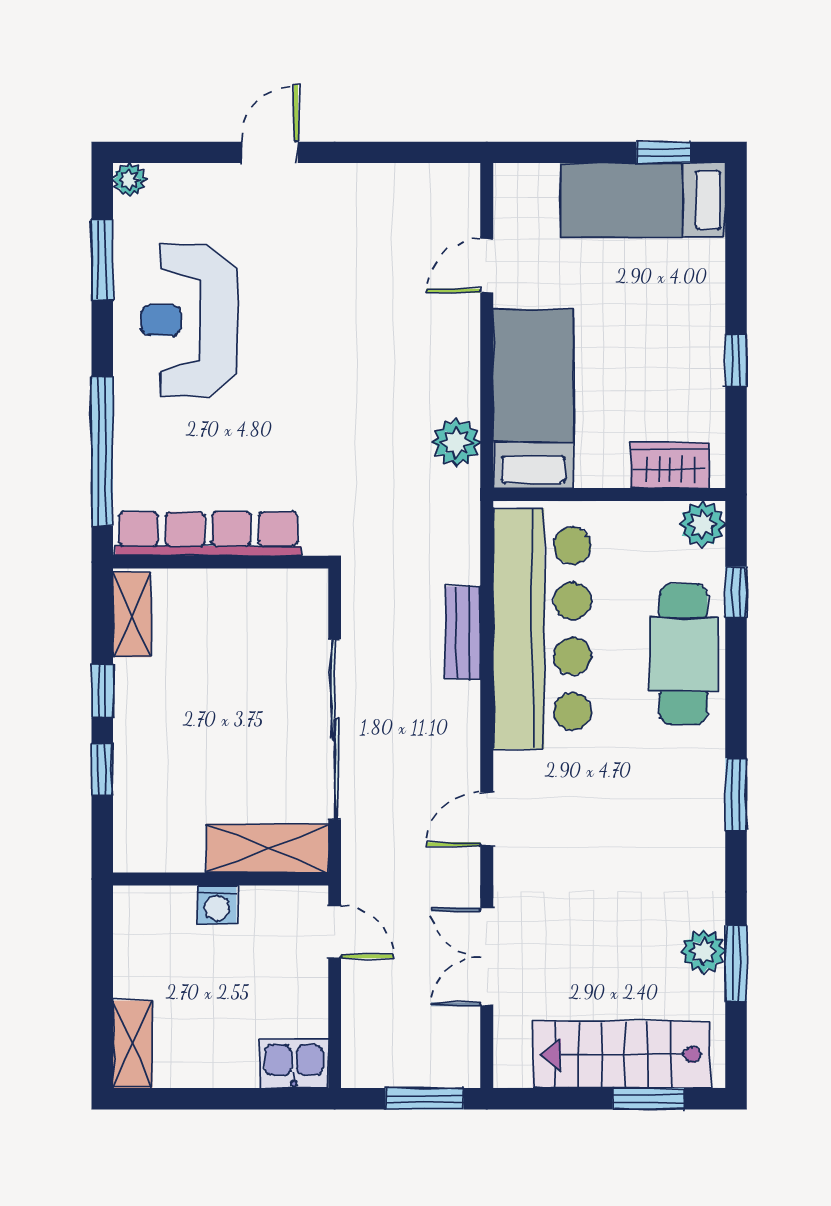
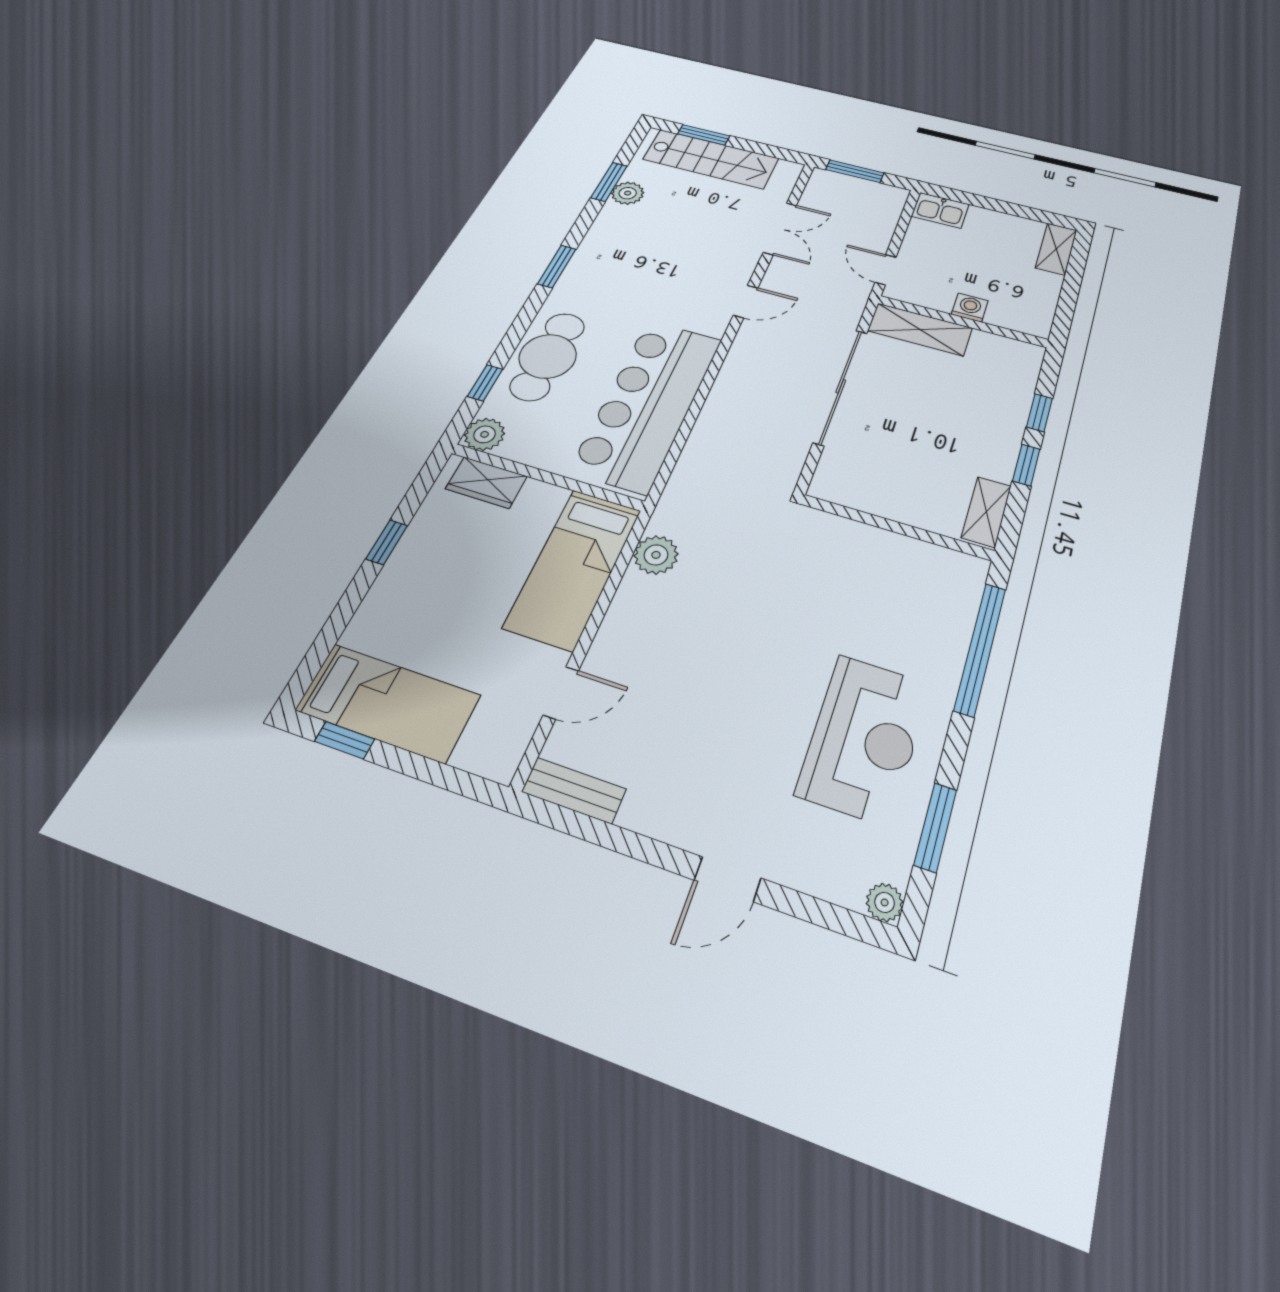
row of seats: (208, 534) -> (901, 552), removed
bench: (463, 633) -> (574, 790), moved, turned 90

